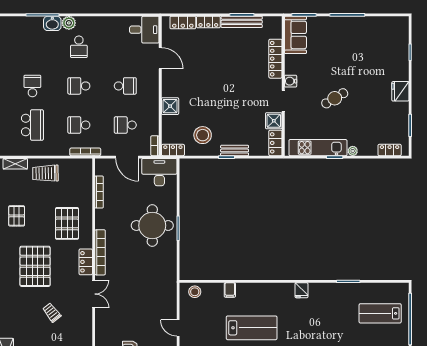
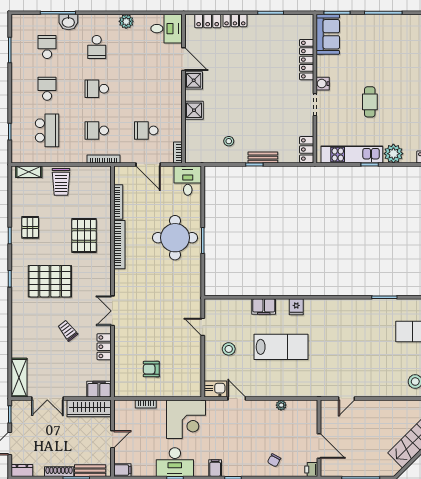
bench: (242, 22) -> (270, 20), removed
plant: (69, 23) -> (126, 21), moved
school desk: (125, 86) -> (47, 47), moved, turned -90
cafe table: (335, 98) -> (370, 102), turned -59
shower: (274, 121) -> (194, 80), moved
stool: (203, 135) -> (229, 141), width x0.53, depth x0.53
locker: (173, 150) -> (197, 157), removed
plant: (353, 151) -> (393, 154), width x1.87, depth x1.87
desk: (159, 172) -> (188, 181), width x0.73
trolley: (45, 173) -> (61, 182), turned -89
bookcase: (100, 252) -> (119, 245), moved
locker: (86, 262) -> (104, 347), moved
pallet: (35, 266) -> (50, 281), turned 90
filing cabinet: (230, 290) -> (264, 307), width x2.00
fridge: (302, 290) -> (296, 307), moved
stool: (195, 292) -> (229, 349), moved
double door: (94, 294) -> (112, 311), swing flipped
door: (178, 328) -> (203, 327), moved

